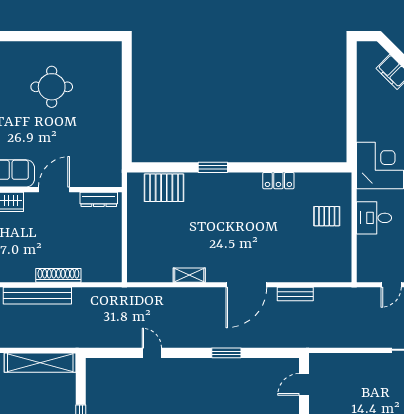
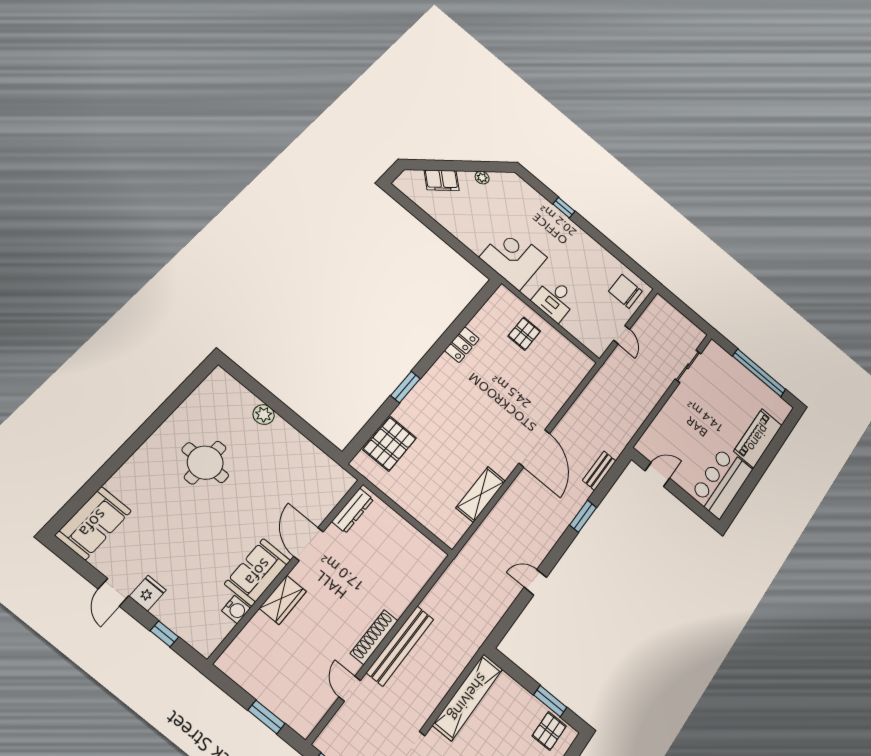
plant: (113, 95) -> (264, 415), added
shoe rack: (58, 275) -> (374, 637), moved
shelving: (189, 275) -> (481, 494), width x1.50, depth x1.33
bench: (295, 294) -> (599, 471), moved
door: (304, 384) -> (657, 475), swing flipped

